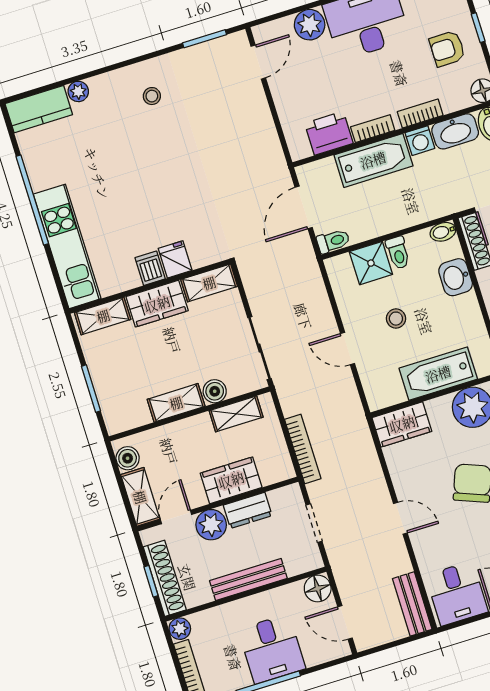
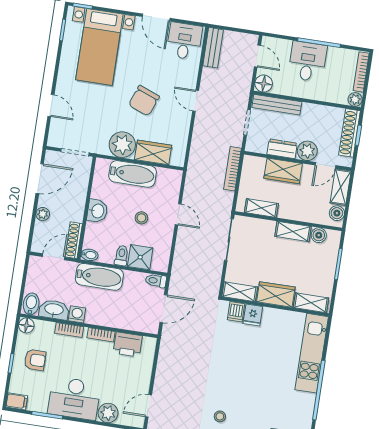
bathtub: (373, 160) -> (99, 277), moved, turned 180
dishwasher: (150, 268) -> (236, 312), moved
washbasin: (456, 277) -> (97, 211), moved
boiler: (215, 391) -> (319, 235), moved
wardrobe: (402, 424) -> (153, 152), moved
bench: (248, 580) -> (277, 105), moved

